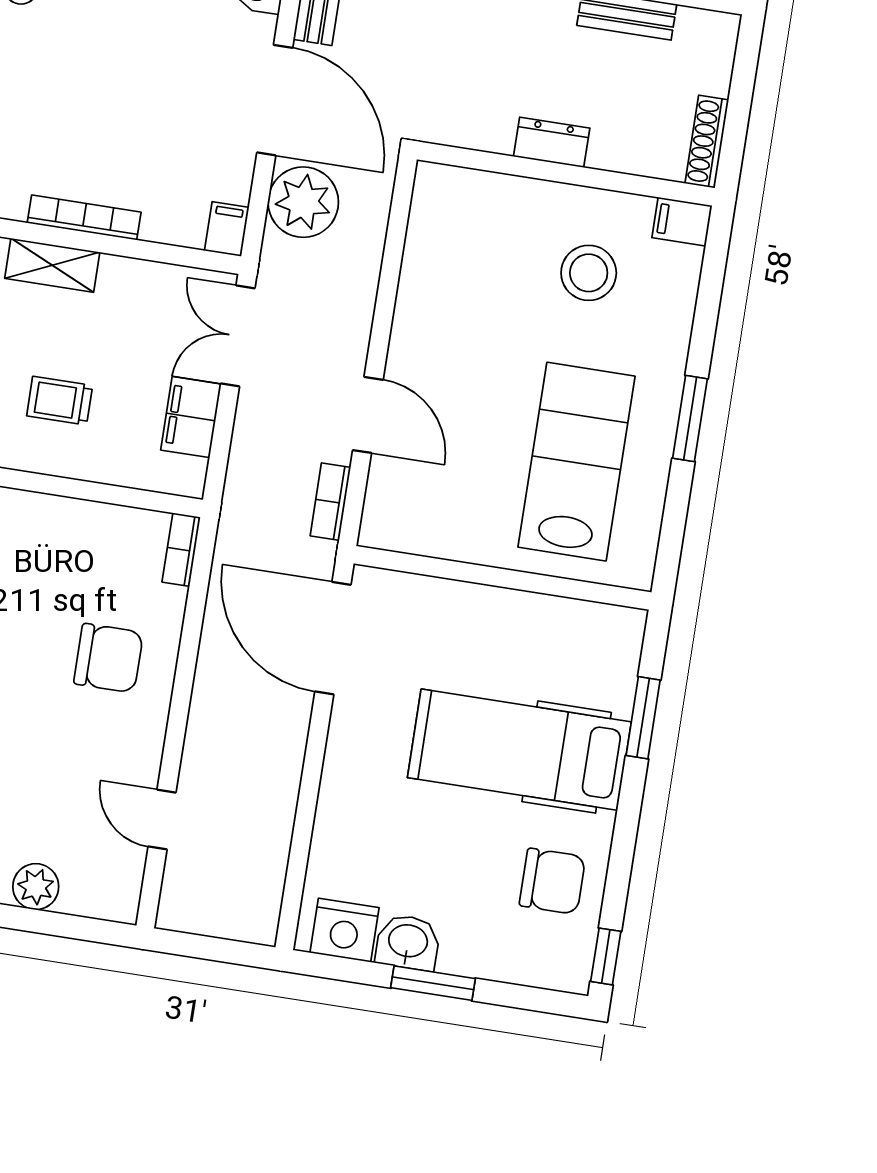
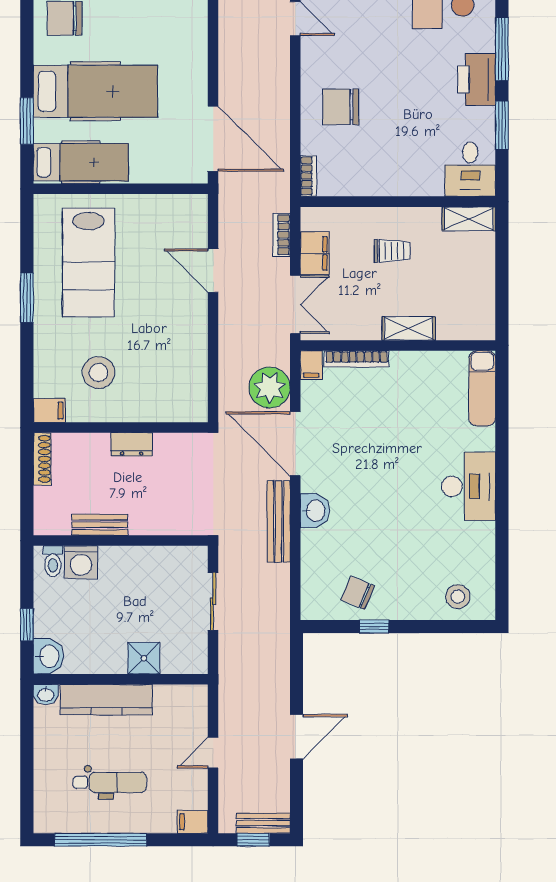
bookcase: (84, 218) -> (357, 359), moved
bookcase: (330, 502) -> (281, 235), moved, turned 180
hospital bed: (563, 633) -> (81, 162), added

